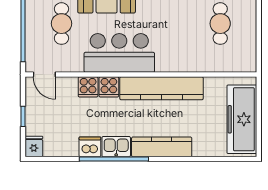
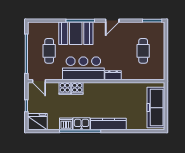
dresser: (169, 65) -> (113, 75), added
kitchen counter: (161, 88) -> (108, 89), removed
fridge: (34, 146) -> (37, 122), width x1.88, depth x1.34

